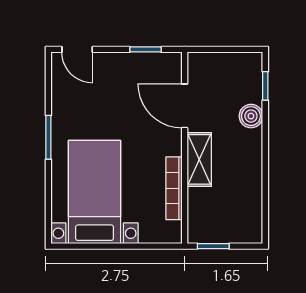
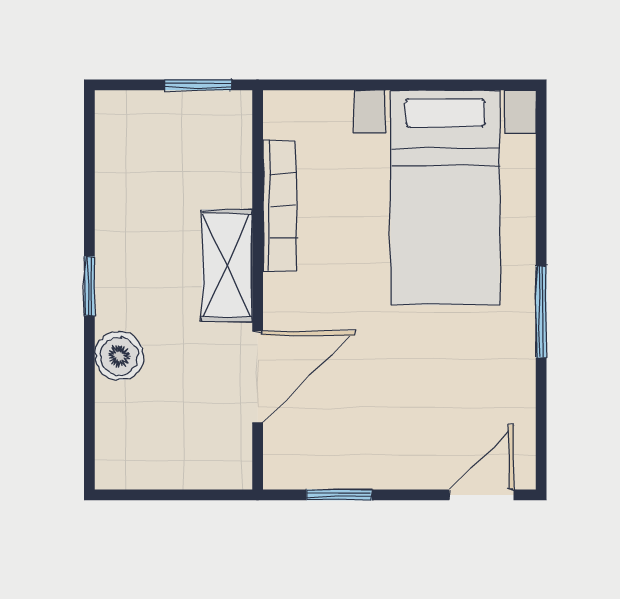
door: (77, 49) -> (481, 495), hinge flipped
window: (265, 86) -> (89, 286), moved
door: (185, 106) -> (258, 377), hinge flipped

